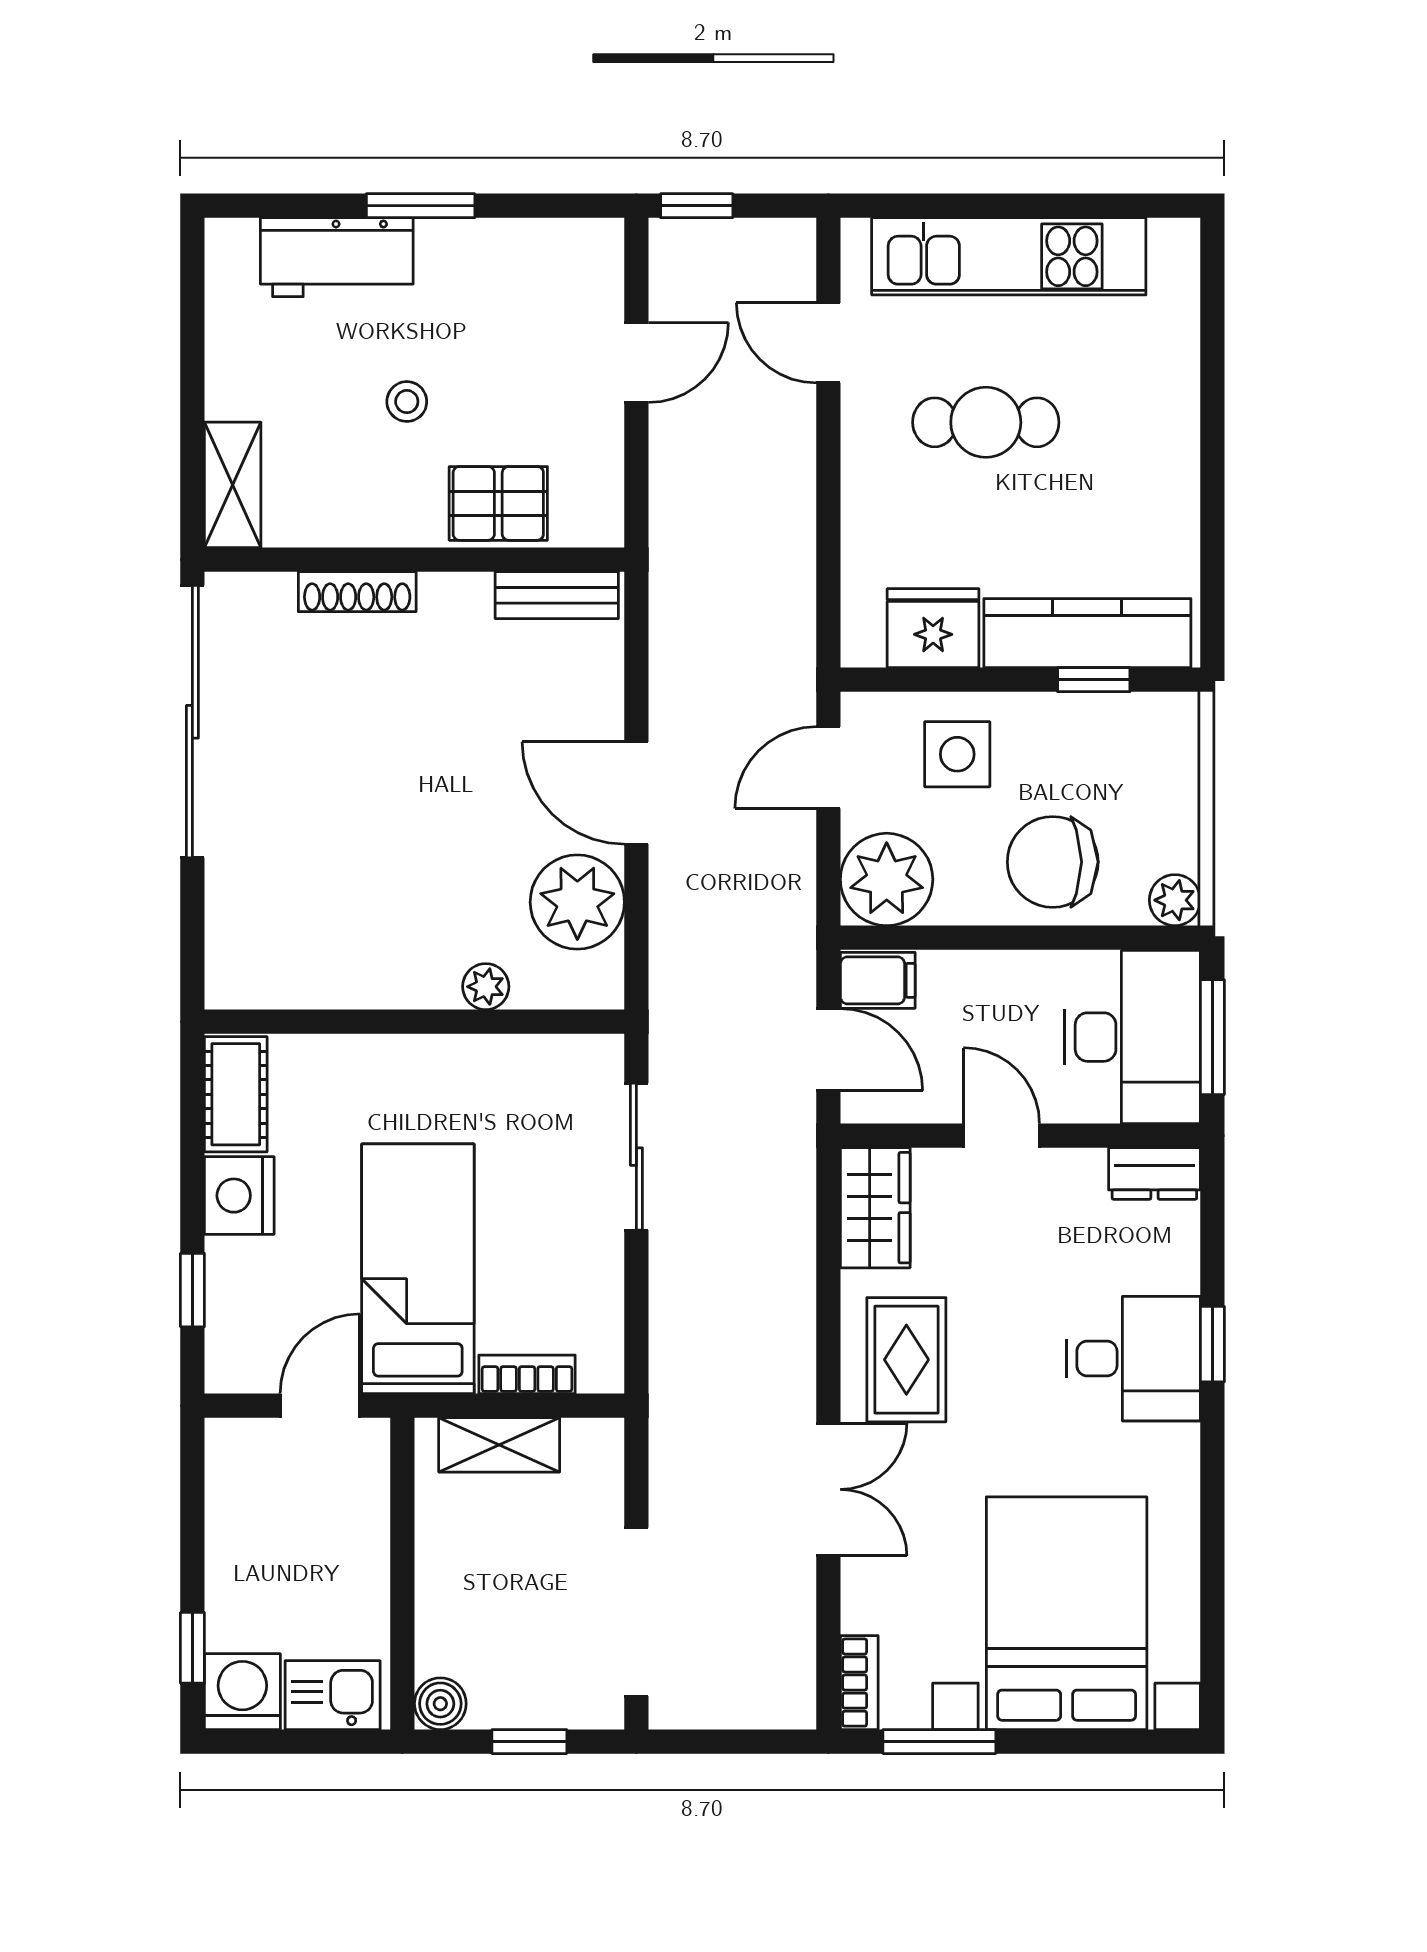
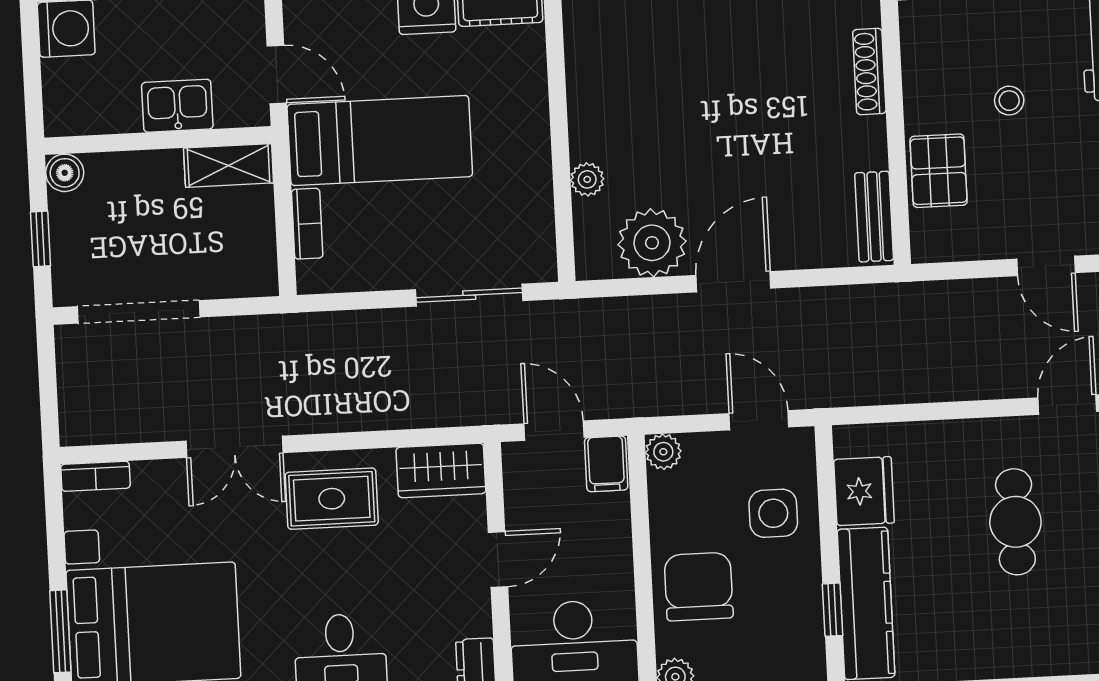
plant: (887, 879) -> (663, 452), width x0.53, depth x0.53
door: (828, 1050) -> (554, 431), swing flipped
shelving: (499, 1445) -> (229, 165), moved, turned 90
kitchen sink: (333, 1695) -> (177, 106), moved, turned -90
window: (939, 1742) -> (60, 631), moved

